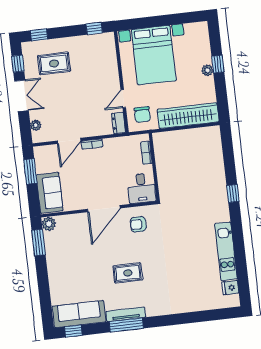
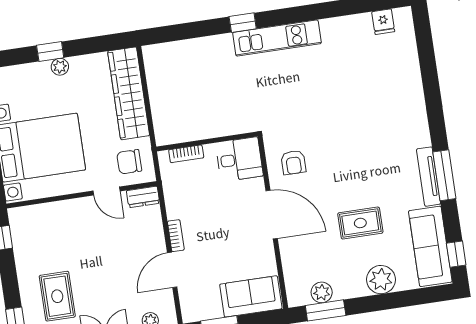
chair: (142, 115) -> (129, 162), turned 180
door: (69, 141) -> (172, 270), swing flipped
plant: (49, 224) -> (322, 292), moved
kitchen unit: (226, 251) -> (277, 38), moved
rug: (128, 273) -> (360, 223), moved, turned 90
plant: (58, 280) -> (381, 280), added

